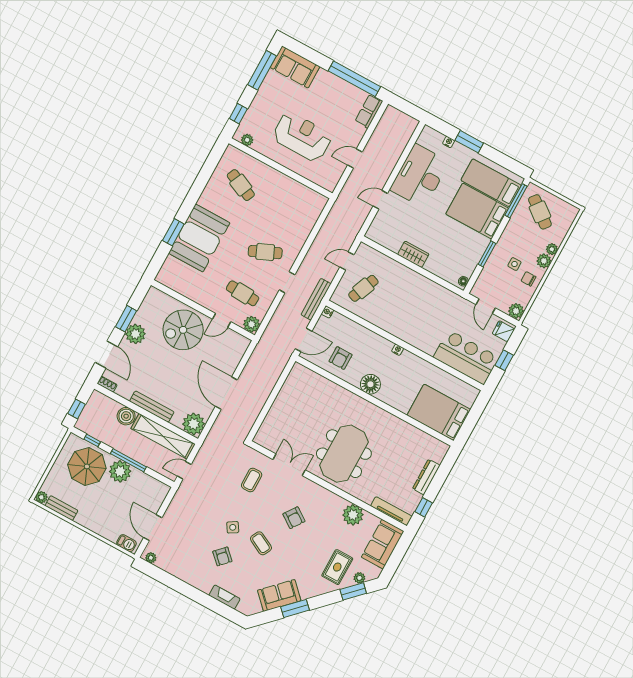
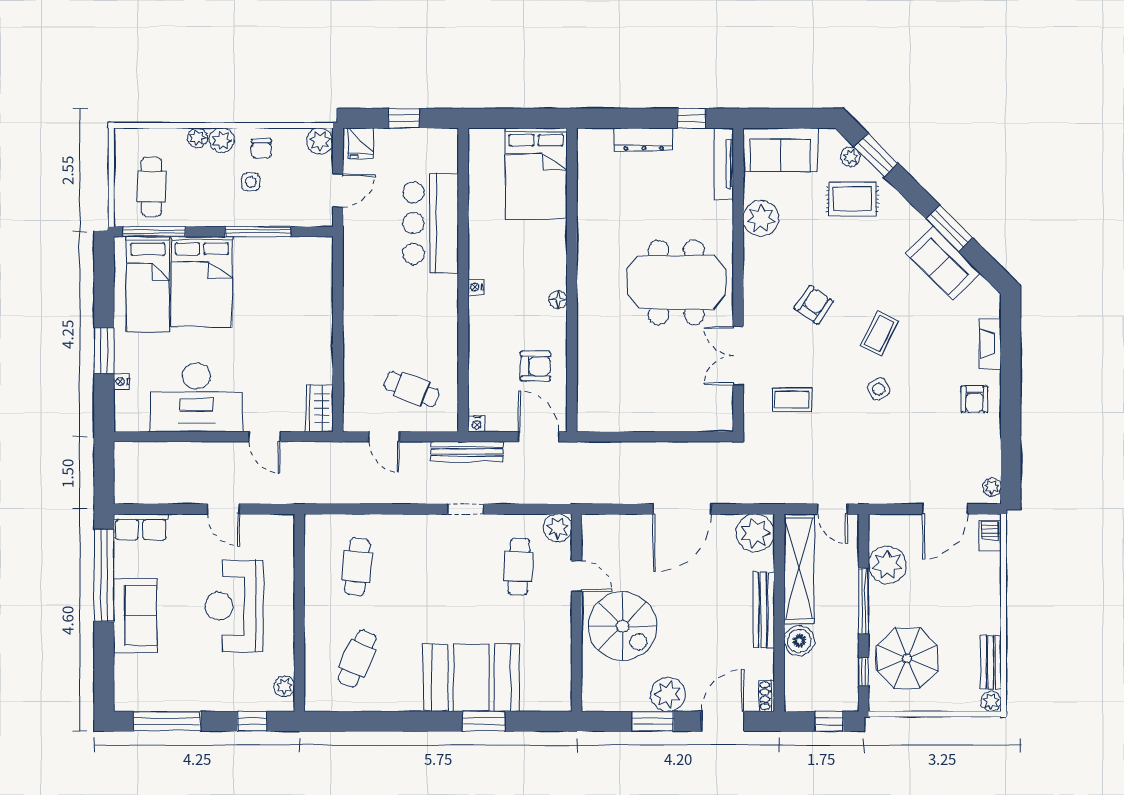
sofa: (295, 67) -> (135, 615), moved
cafe table: (540, 212) -> (151, 187), turned -38
cafe table: (265, 252) -> (357, 567), moved, turned 30
wardrobe: (413, 254) -> (319, 408), moved
window: (487, 254) -> (258, 232), width x1.44
floor lamp: (463, 281) -> (319, 245), removed
bar counter: (466, 357) -> (431, 223), moved
floor lamp: (370, 384) -> (558, 300), width x0.53, depth x0.53
plant: (120, 471) -> (887, 565), moved
armchair: (222, 556) -> (974, 399), moved, turned 136

